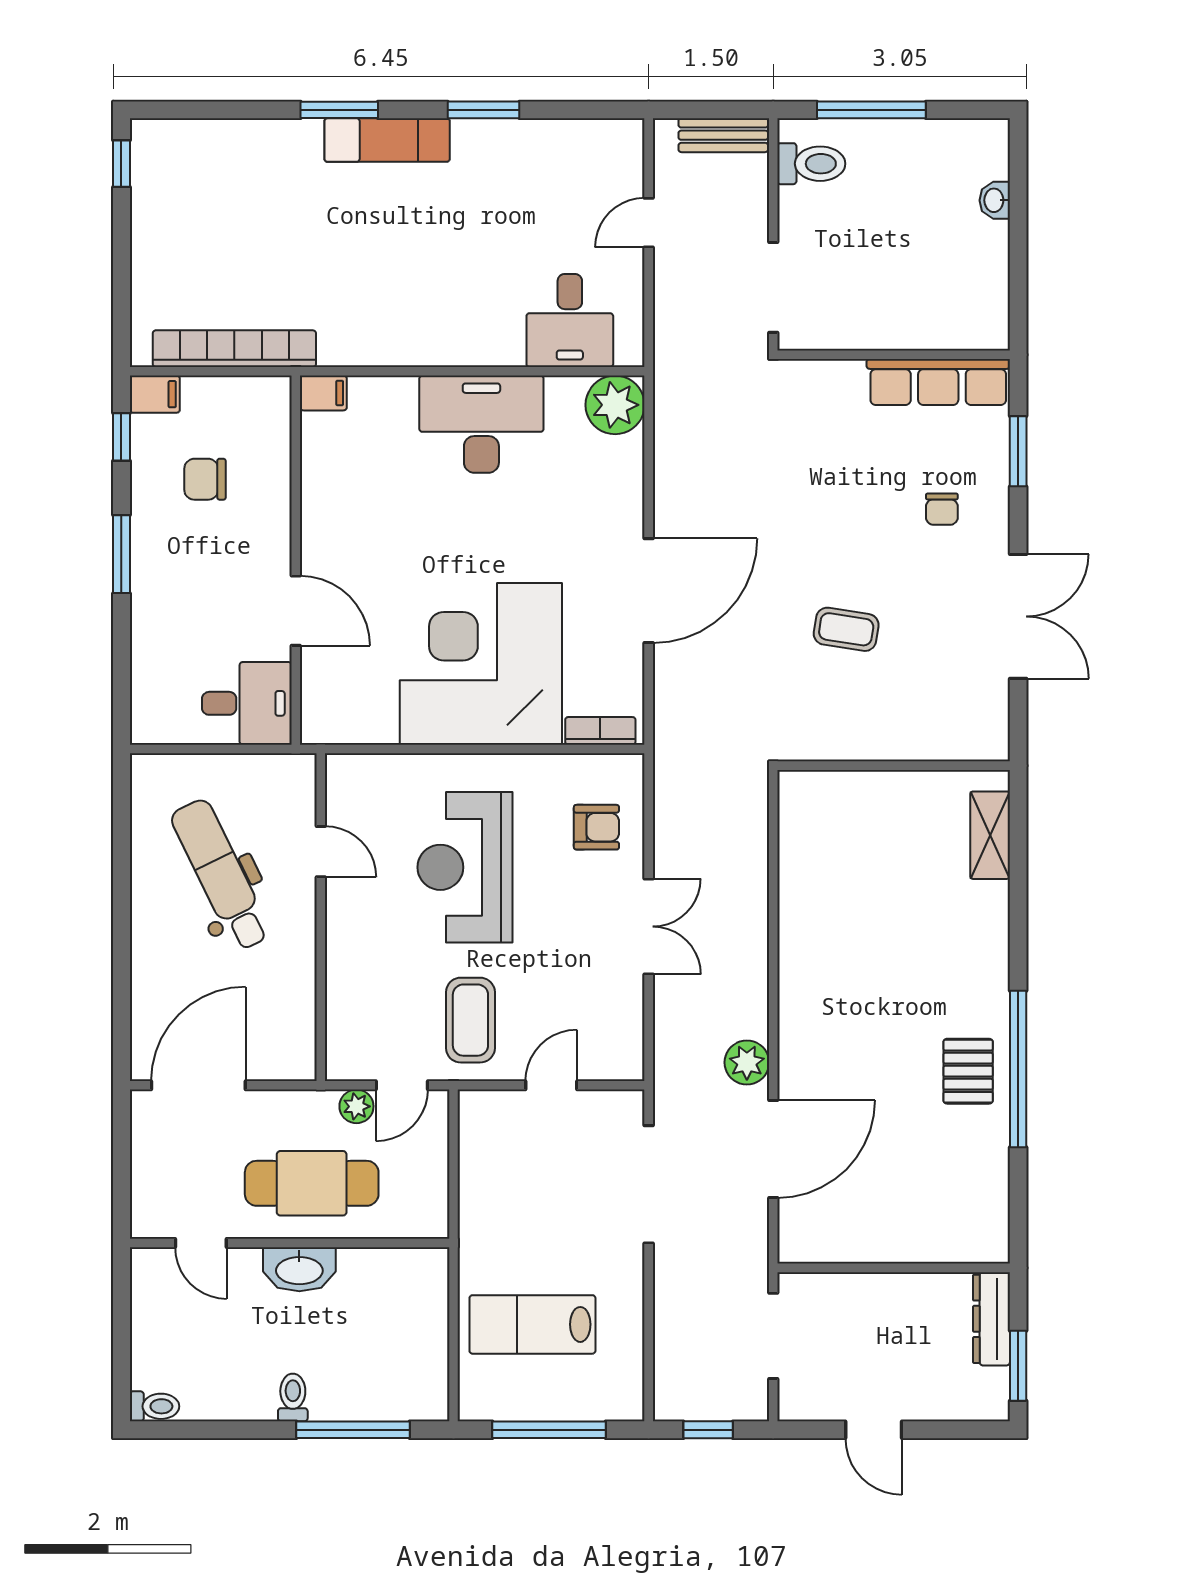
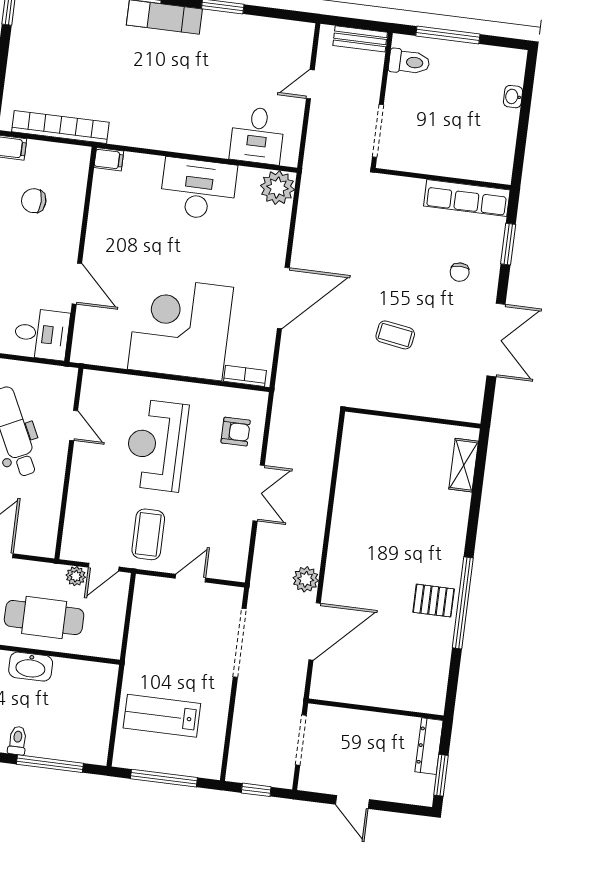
pallet: (968, 1071) -> (434, 601), turned 90

